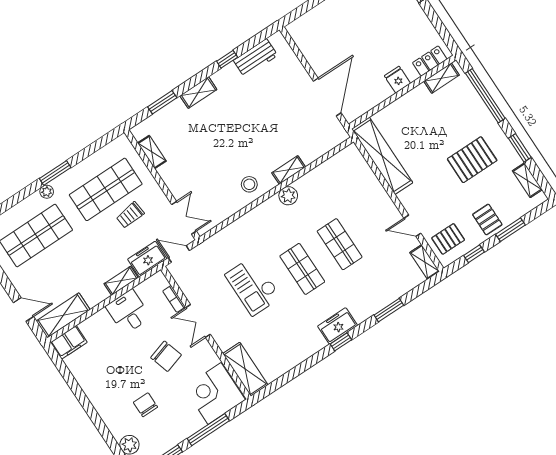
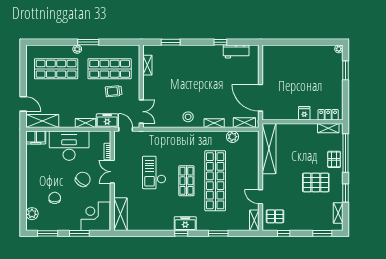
shelving: (198, 93) -> (244, 123), moved
door: (327, 97) -> (261, 98), swing flipped
plant: (288, 196) -> (232, 137), moved
pallet: (487, 219) -> (334, 159), moved
window: (510, 230) -> (322, 233), moved
shop shelf: (340, 244) -> (215, 181), width x2.00, depth x1.36
desk: (128, 312) -> (69, 146), width x1.87, depth x1.30
chair: (166, 356) -> (83, 179), turned -126
window: (208, 430) -> (79, 233), width x0.69

